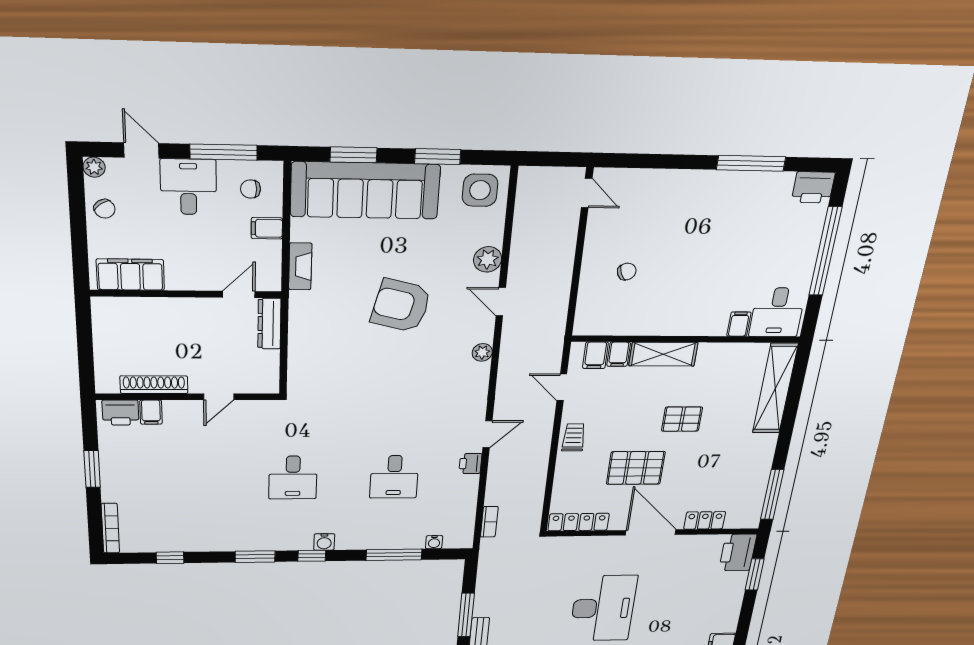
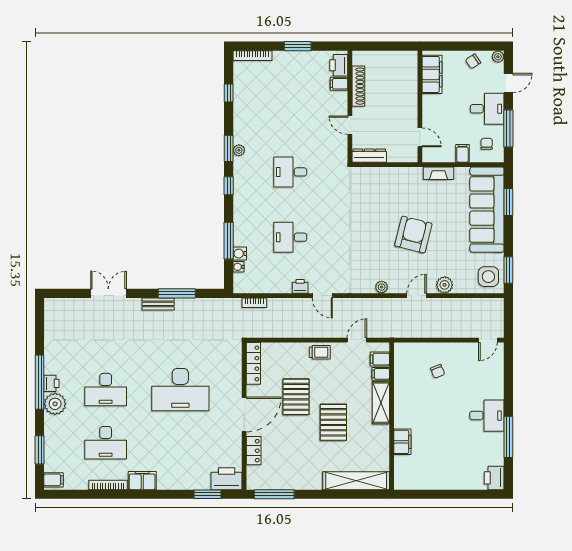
window: (438, 157) -> (508, 270), moved
window: (825, 251) -> (453, 494), removed
desk: (777, 312) -> (487, 416), moved, turned 180
dresser: (269, 324) -> (369, 156), moved
filing cabinet: (739, 324) -> (402, 442), width x2.00
pallet: (682, 419) -> (333, 422), width x1.50, depth x1.42
water cooler: (324, 542) -> (240, 254), moved
plant: (258, 544) -> (239, 150), added

